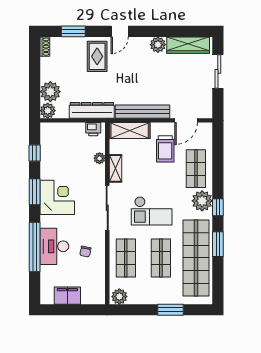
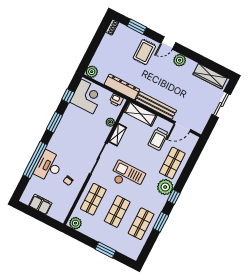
plant: (158, 45) -> (180, 60), moved
plant: (50, 92) -> (100, 60), removed
corner desk: (57, 197) -> (87, 96), moved
checkout: (152, 211) -> (127, 176), turned 180
shop shelf: (196, 258) -> (141, 224), width x0.50, depth x0.74

